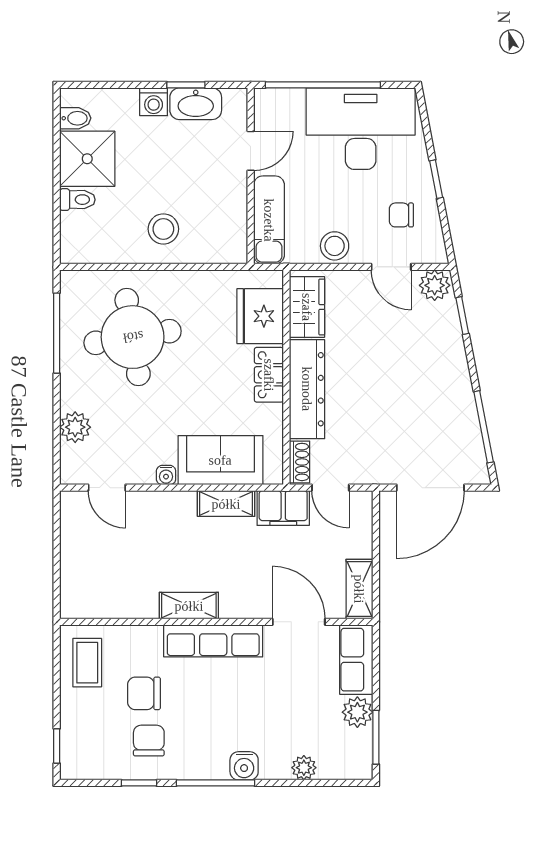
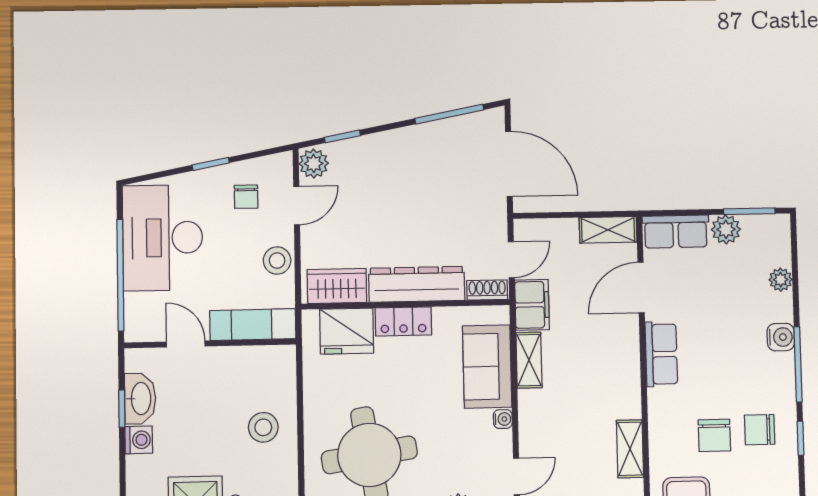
shelving: (189, 606) -> (630, 449), moved
row of seats: (213, 641) -> (661, 354), width x0.68

